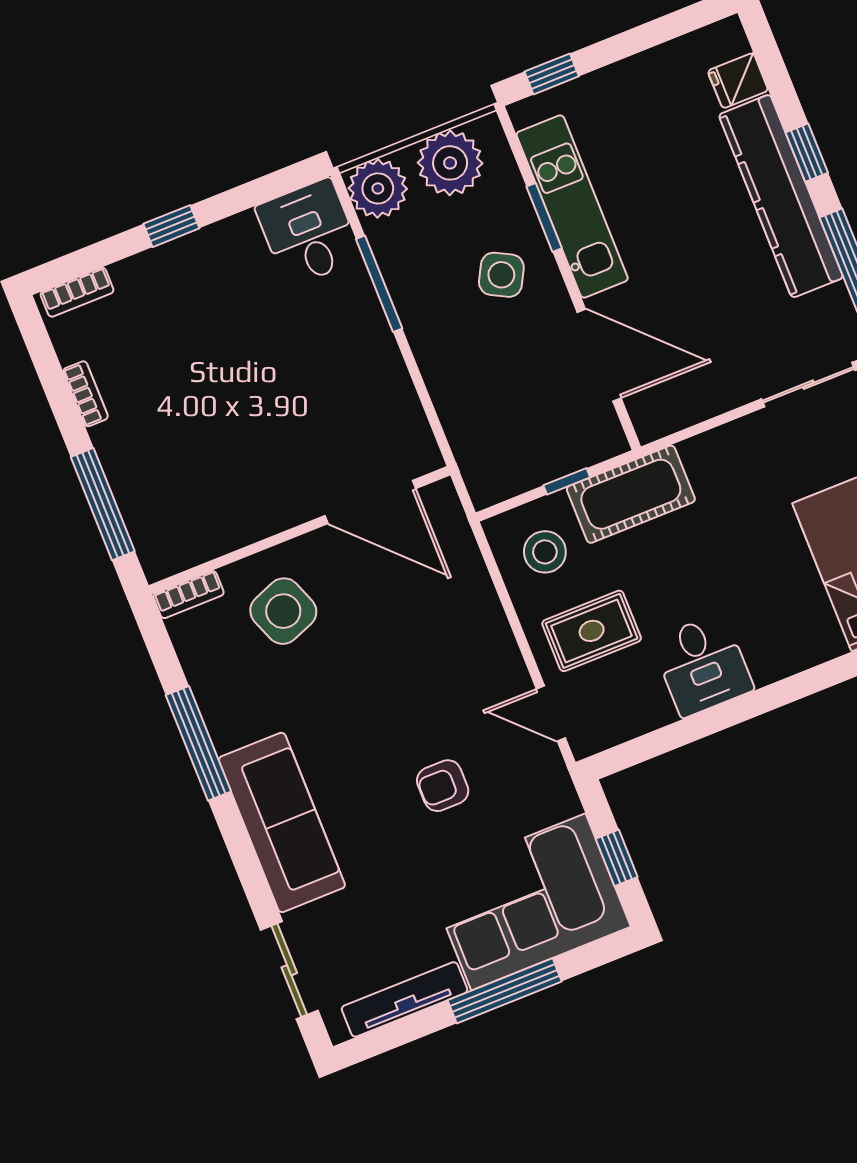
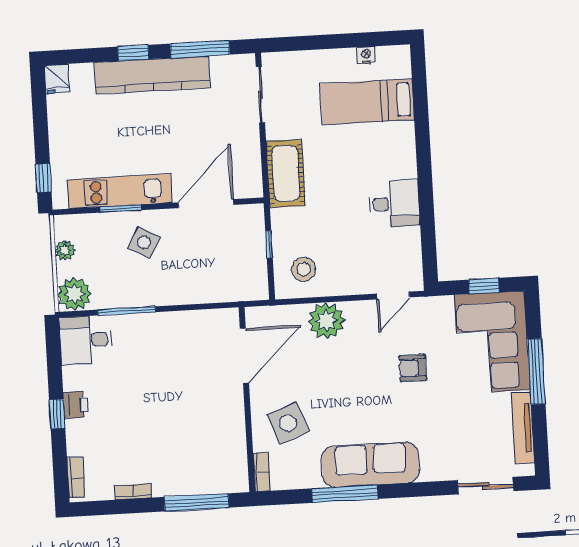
fridge: (738, 81) -> (57, 79), moved
plant: (450, 163) -> (65, 250), width x0.53, depth x0.53
printer: (197, 252) -> (76, 405), added
cot: (631, 494) -> (286, 174), moved
plant: (473, 618) -> (326, 321), added
rug: (592, 631) -> (355, 258), removed
armchair: (443, 786) -> (413, 368), turned 90
sofa: (282, 822) -> (370, 465), moved

